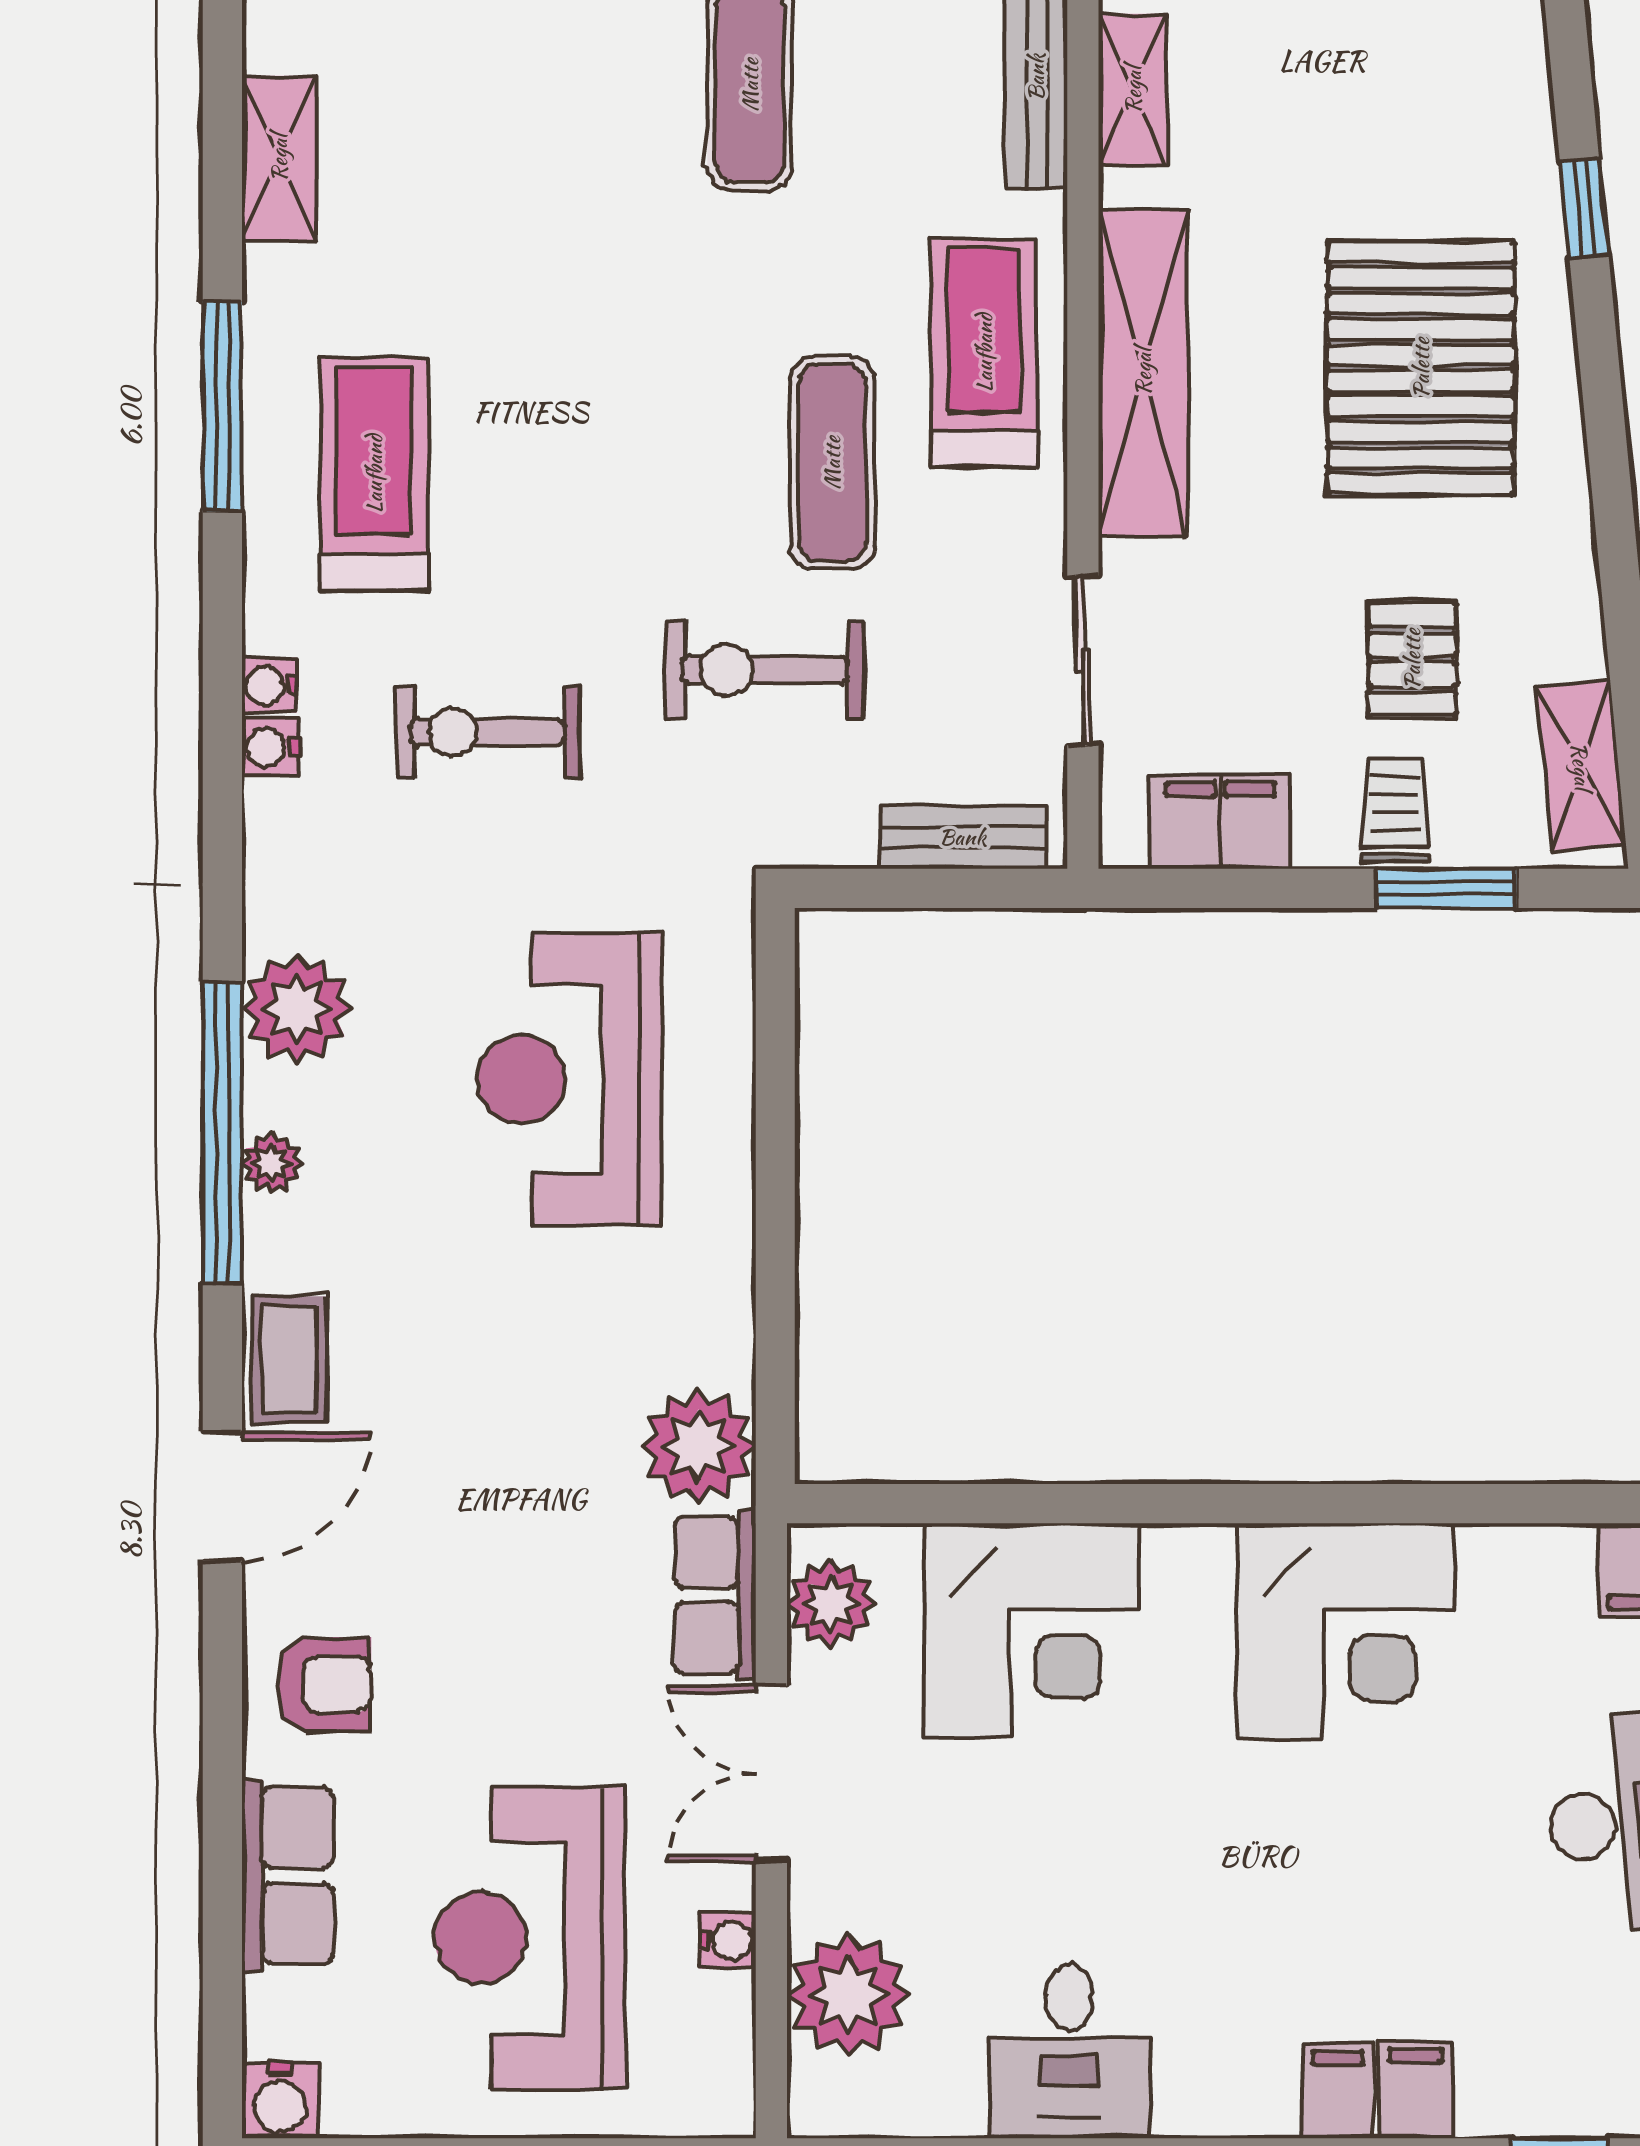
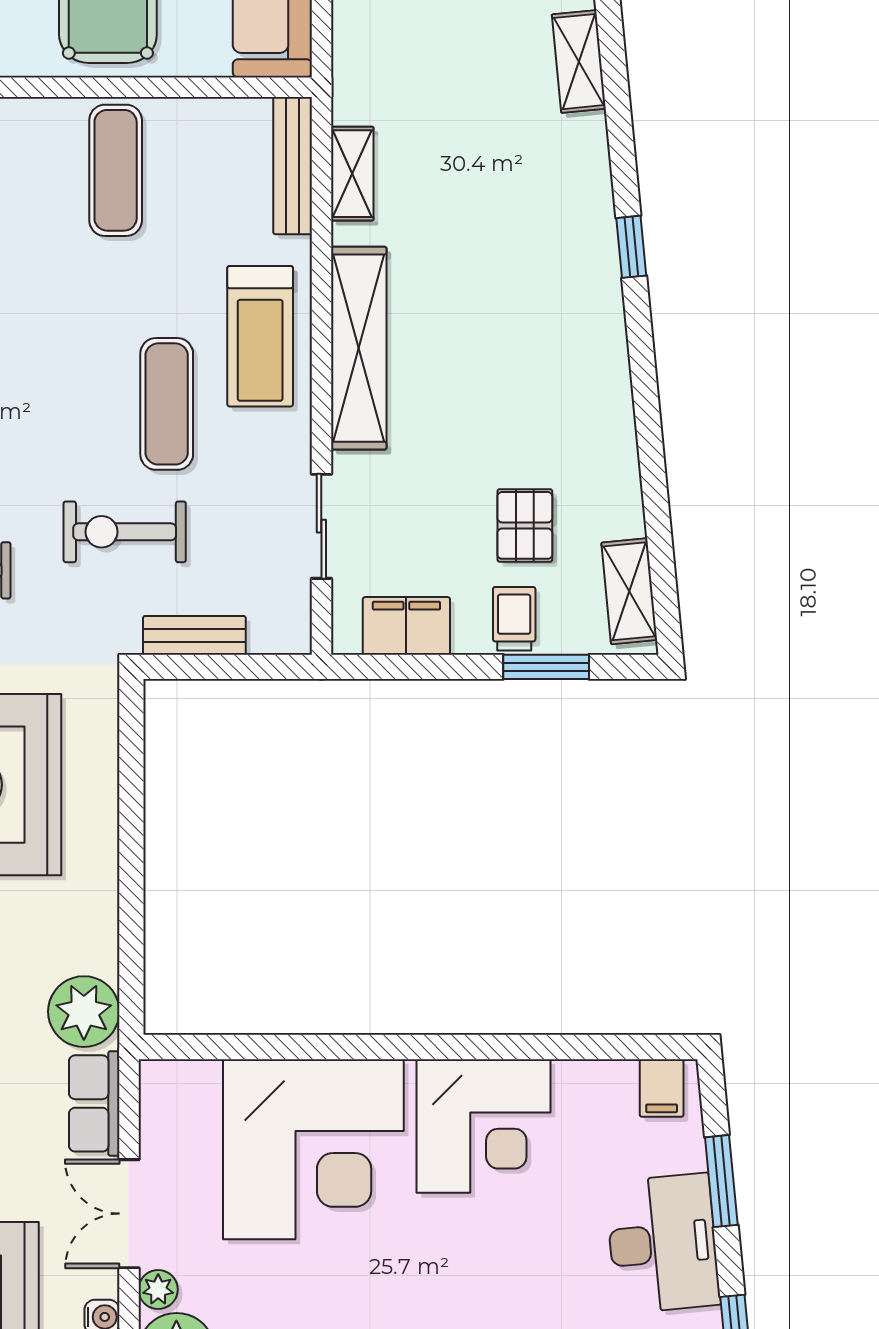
treadmill: (984, 353) -> (260, 336), turned 180
pallet: (1421, 368) -> (530, 345), removed
bench: (963, 837) -> (194, 635), moved
plant: (830, 1604) -> (158, 1289), moved, width x0.73, depth x0.73
corner desk: (1031, 1630) -> (313, 1149), width x1.36, depth x1.36

